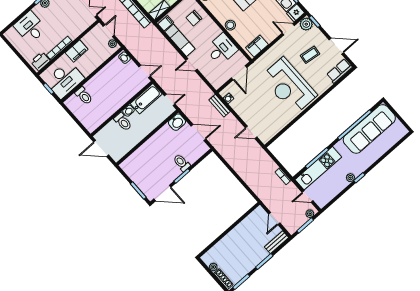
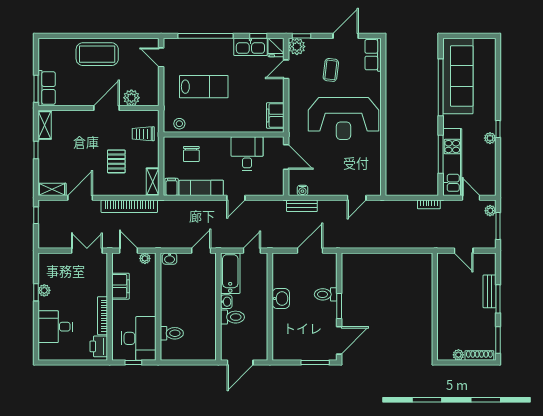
stool: (230, 25) -> (231, 124), removed
filing cabinet: (77, 51) -> (120, 286), moved
washbasin: (177, 122) -> (281, 299), moved
door: (308, 196) -> (471, 198), swing flipped
bench: (277, 242) -> (489, 291), moved

